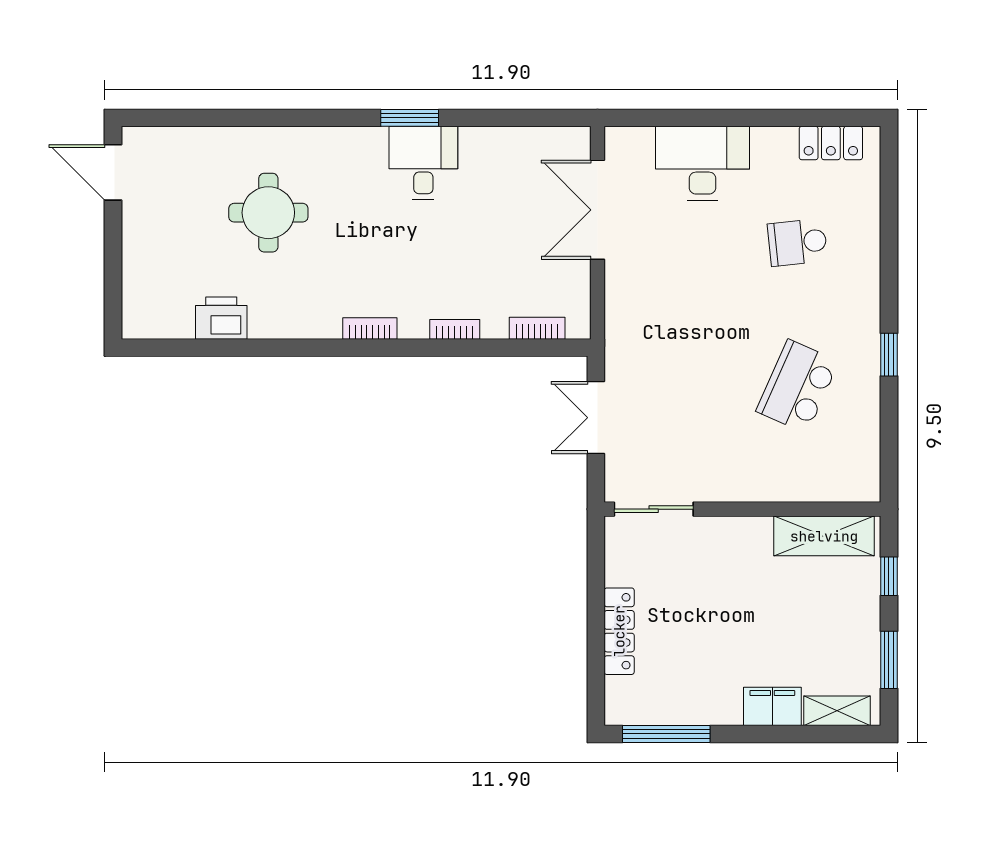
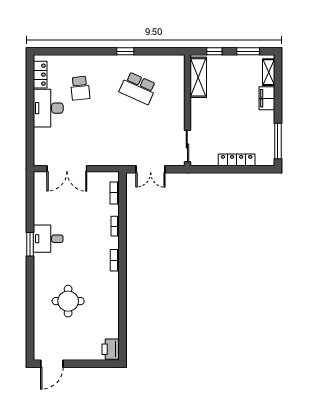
desk: (702, 163) -> (48, 108), moved
printer: (221, 318) -> (111, 349), moved

